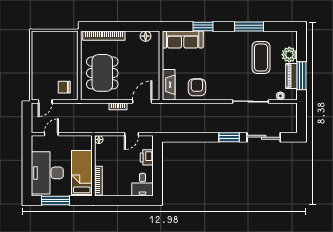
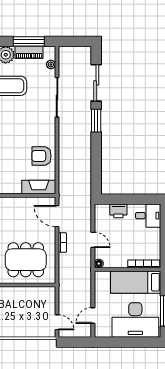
chair: (64, 87) -> (41, 301), removed
door: (51, 134) -> (93, 316), hinge flipped
door: (132, 134) -> (93, 240), moved

